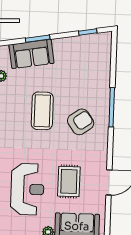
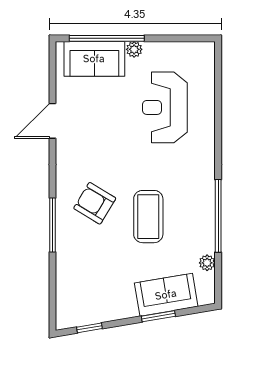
armchair: (81, 122) -> (95, 203), turned 66
rug: (69, 181) -> (108, 120), removed

